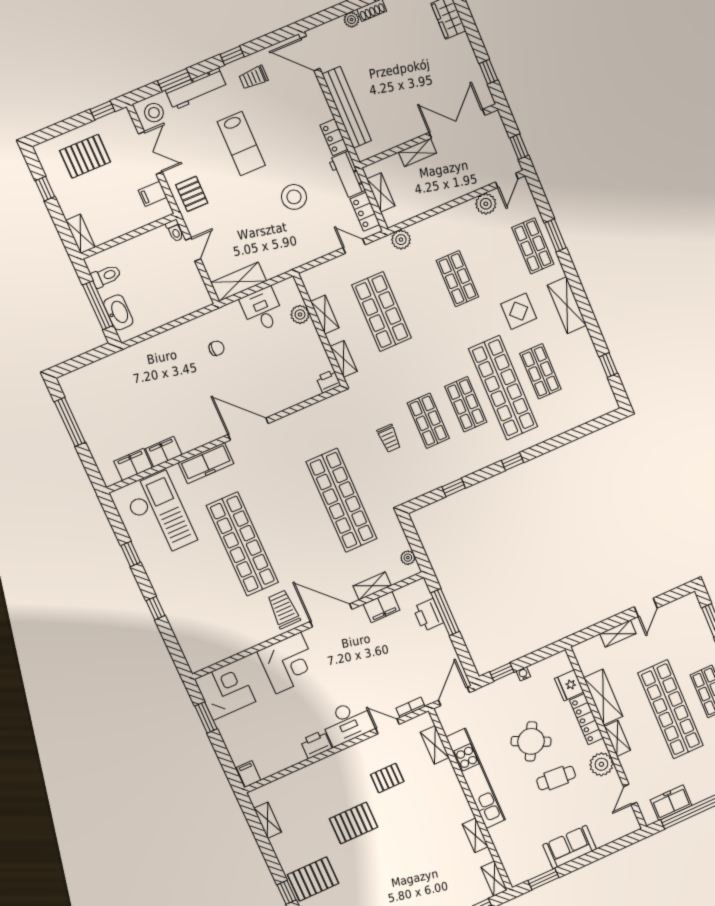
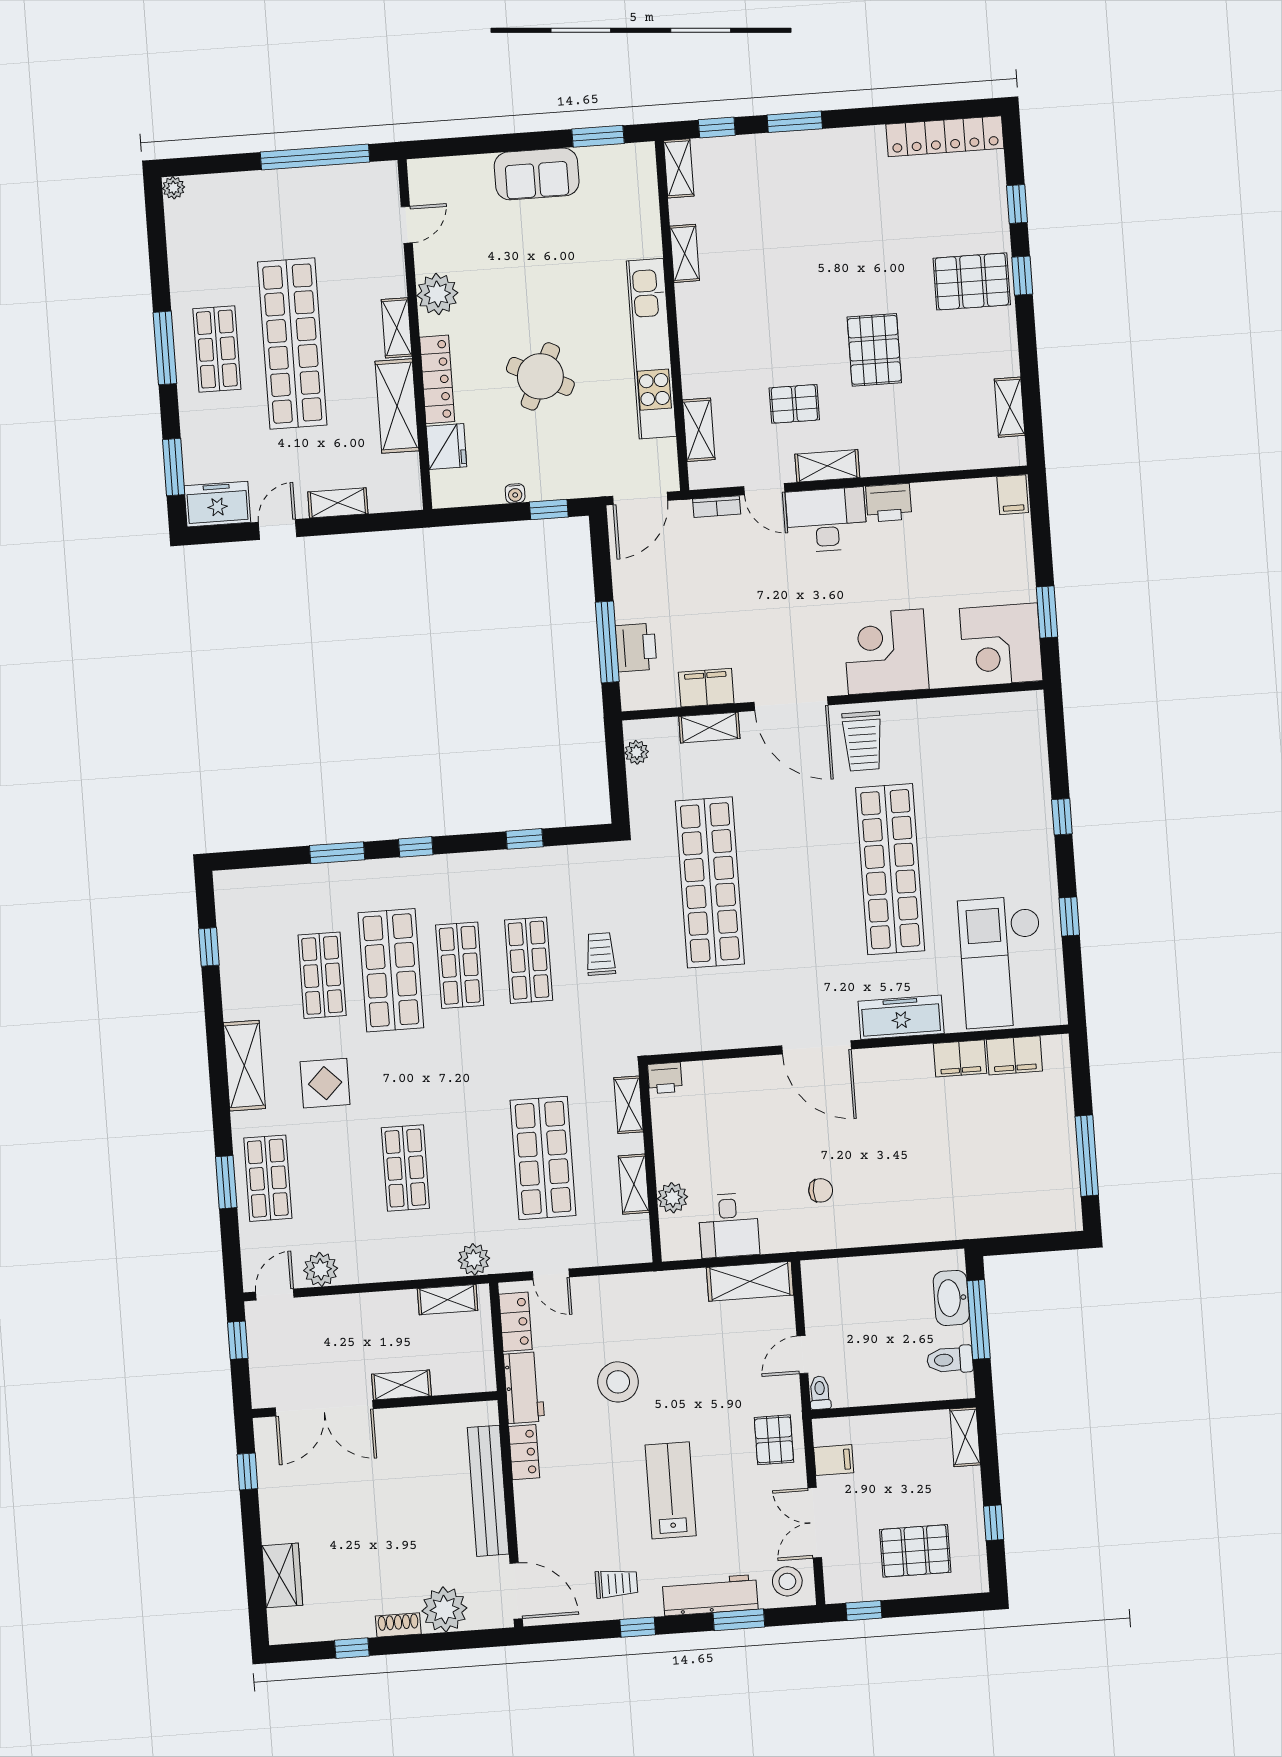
plant: (351, 20) -> (444, 1609), width x1.88, depth x1.88
shelving: (381, 192) -> (448, 1300), moved, turned 90
chair: (217, 348) -> (821, 1190), turned 180
shop shelf: (503, 388) -> (391, 970), width x0.71
window: (555, 443) -> (337, 853), added
shelving: (357, 752) -> (827, 466), added
cafe table: (556, 778) -> (520, 299), removed
freezer: (671, 803) -> (217, 504), moved, turned 180
pallet: (354, 823) -> (874, 350), turned 90

